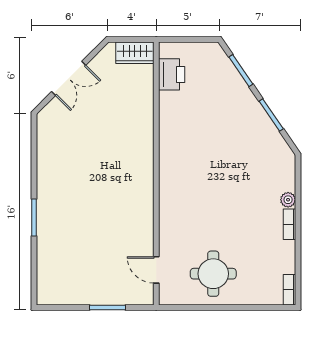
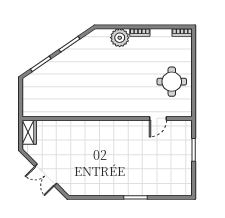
printer: (172, 74) -> (43, 109), removed
double door: (69, 78) -> (46, 175), swing flipped
plant: (288, 200) -> (120, 38), width x1.87, depth x1.87
door: (156, 270) -> (158, 118), moved

